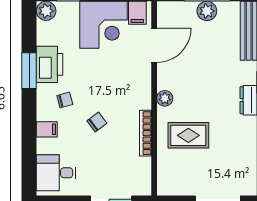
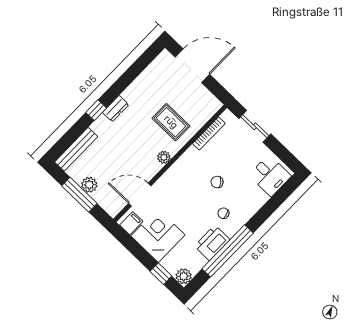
window: (29, 71) -> (228, 251), width x2.11
filing cabinet: (47, 129) -> (251, 206), removed
bookcase: (145, 133) -> (209, 133), moved

